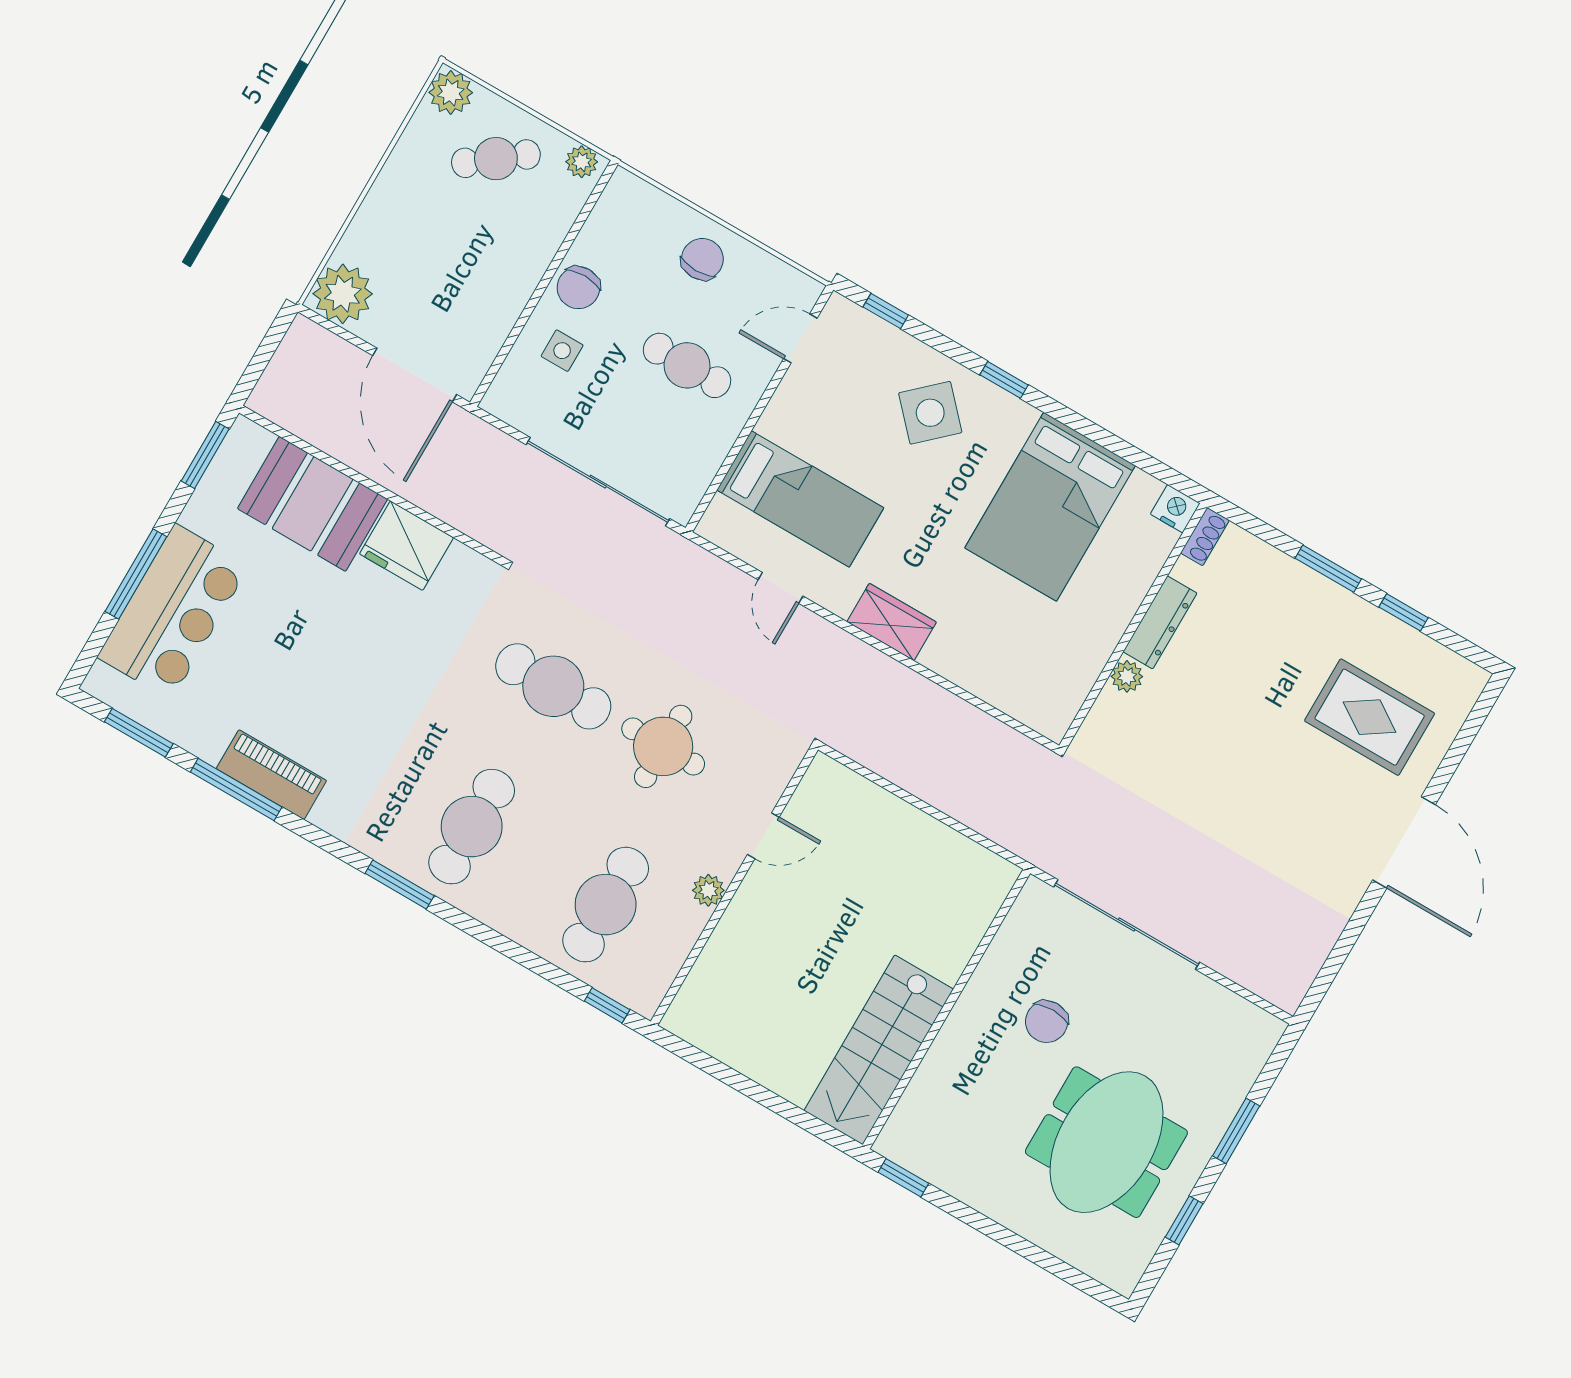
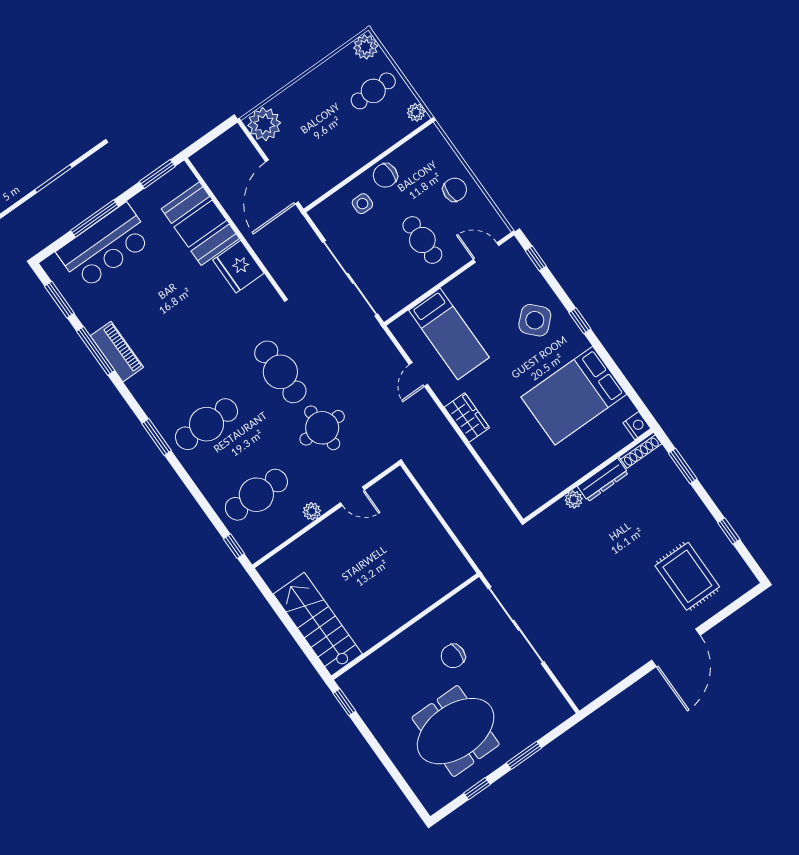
cafe table: (496, 159) -> (373, 91), turned -52
shoe rack: (1205, 537) -> (640, 450), width x1.43
window: (1328, 569) -> (683, 466), moved
stairs: (879, 1050) -> (318, 624), moved, turned 90

